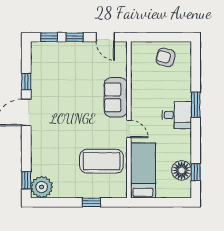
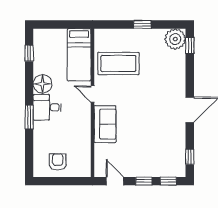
armchair: (166, 57) -> (58, 162), turned -104
window: (26, 82) -> (190, 157), moved
floor lamp: (182, 170) -> (43, 84), moved
window: (91, 202) -> (142, 25), moved

